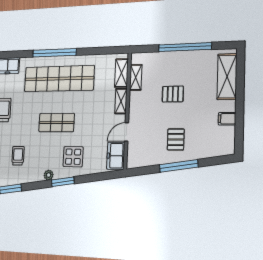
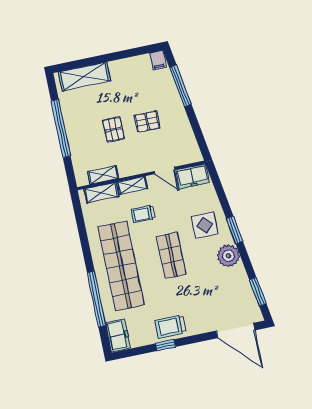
window: (54, 53) -> (96, 299), moved
filing cabinet: (227, 119) -> (158, 60), moved
pallet: (176, 139) -> (147, 122), moved
trolley: (18, 156) -> (143, 214), moved
window: (179, 166) -> (180, 86), moved
plant: (49, 175) -> (228, 256), width x1.88, depth x1.88

